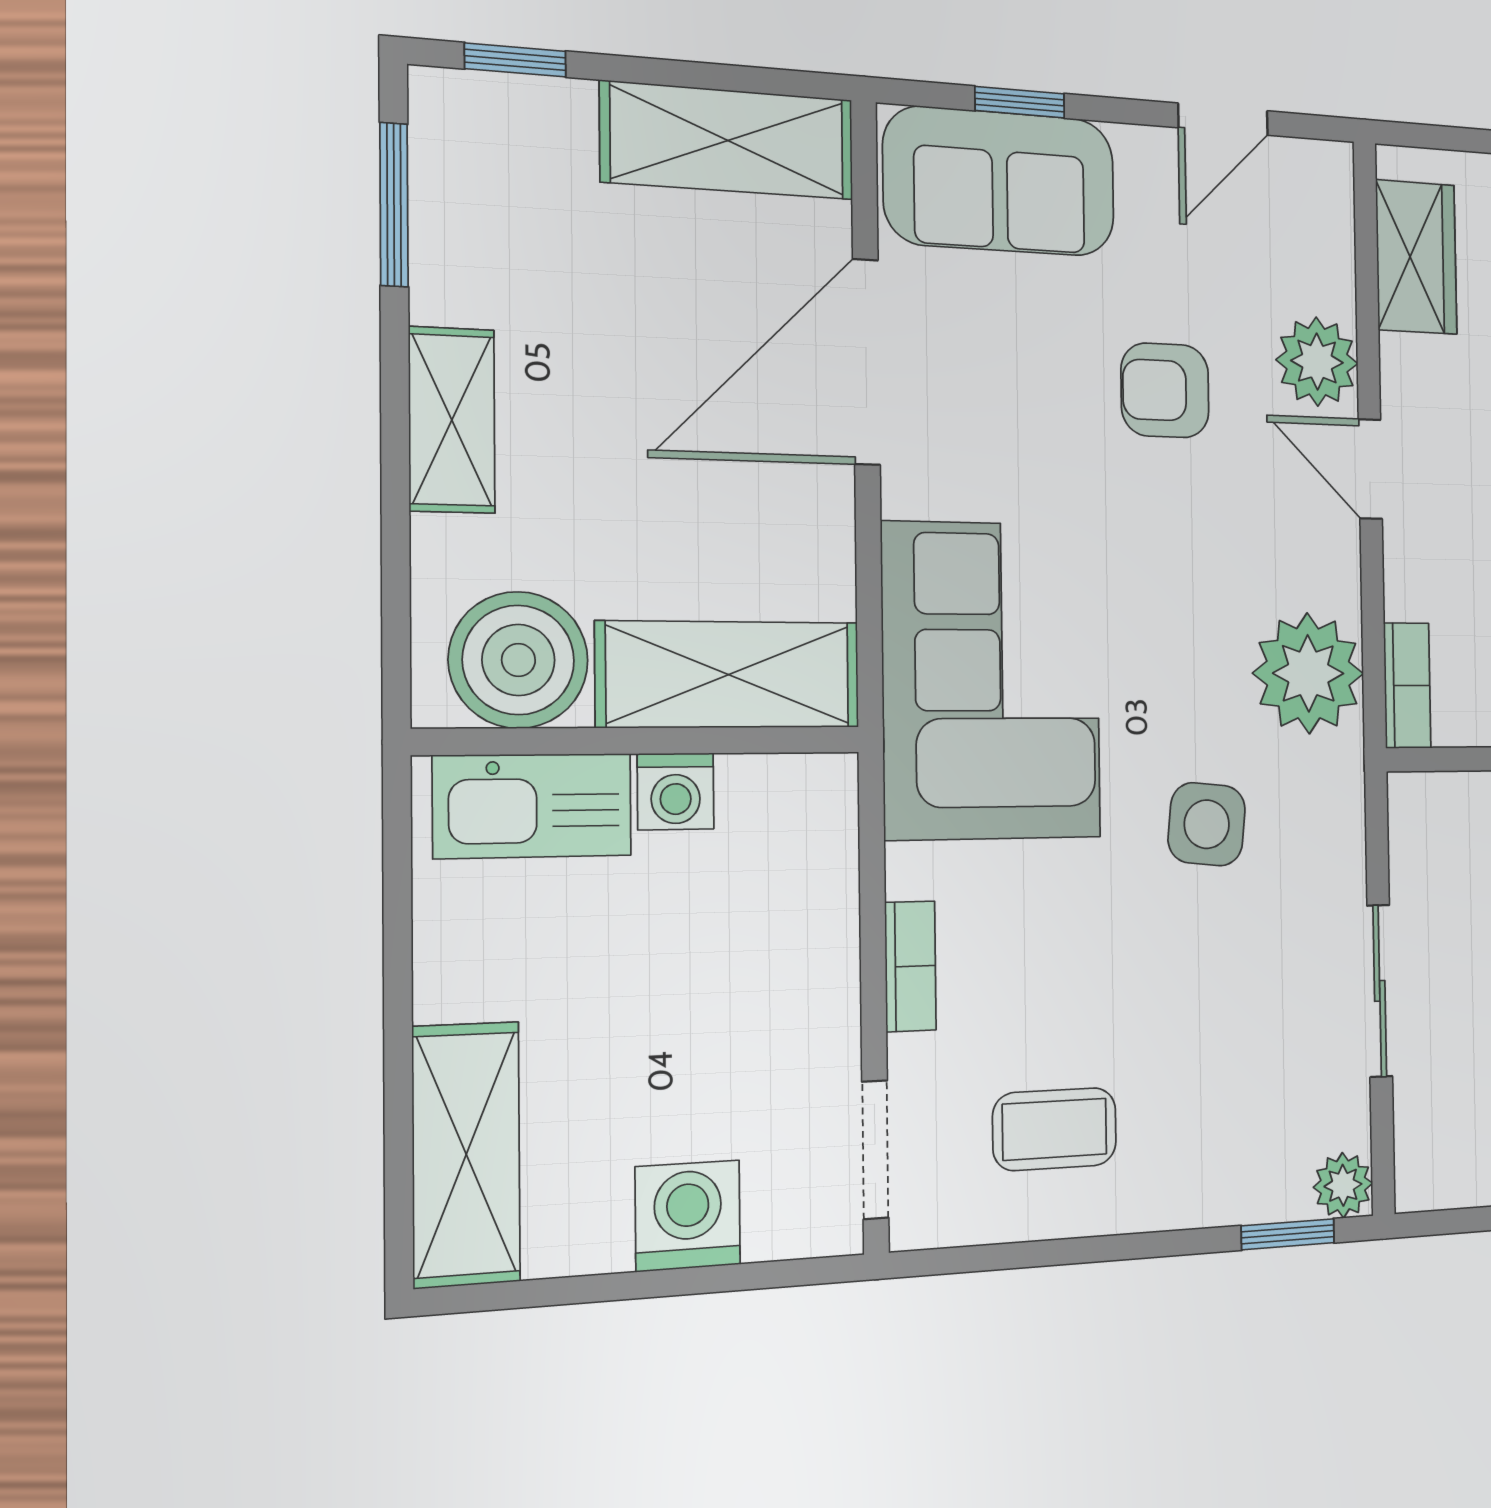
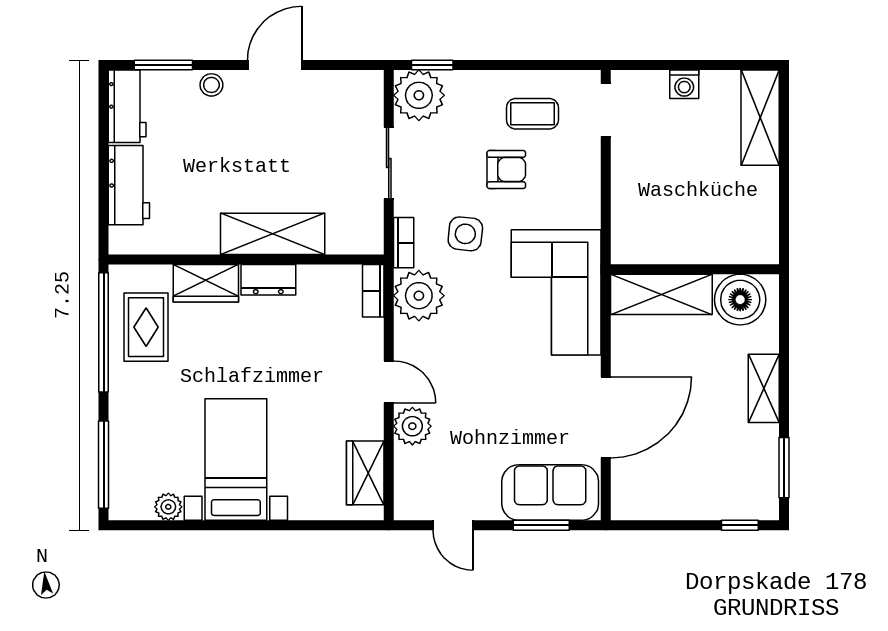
window: (1020, 102) -> (541, 525), width x1.50
door: (1223, 119) -> (453, 525), swing flipped
shelving: (728, 141) -> (660, 501), removed
armchair: (1165, 390) -> (506, 170), moved
washing machine: (676, 791) -> (682, 250), removed
kitchen sink: (533, 806) -> (735, 245), removed
bookcase: (910, 966) -> (404, 243), moved, turned 180
plant: (1343, 1185) -> (419, 95), width x1.88, depth x1.88
washing machine: (688, 1216) -> (684, 84), width x0.73, depth x0.73

